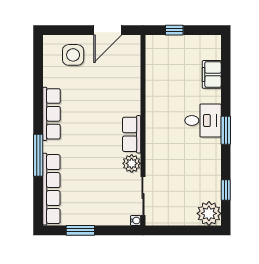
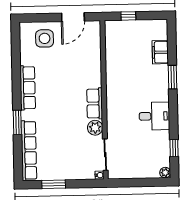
desk: (203, 121) -> (154, 116), moved
window: (226, 130) -> (173, 77), moved
window: (38, 155) -> (17, 122), width x0.69
plant: (209, 213) -> (165, 173), width x0.53, depth x0.53

